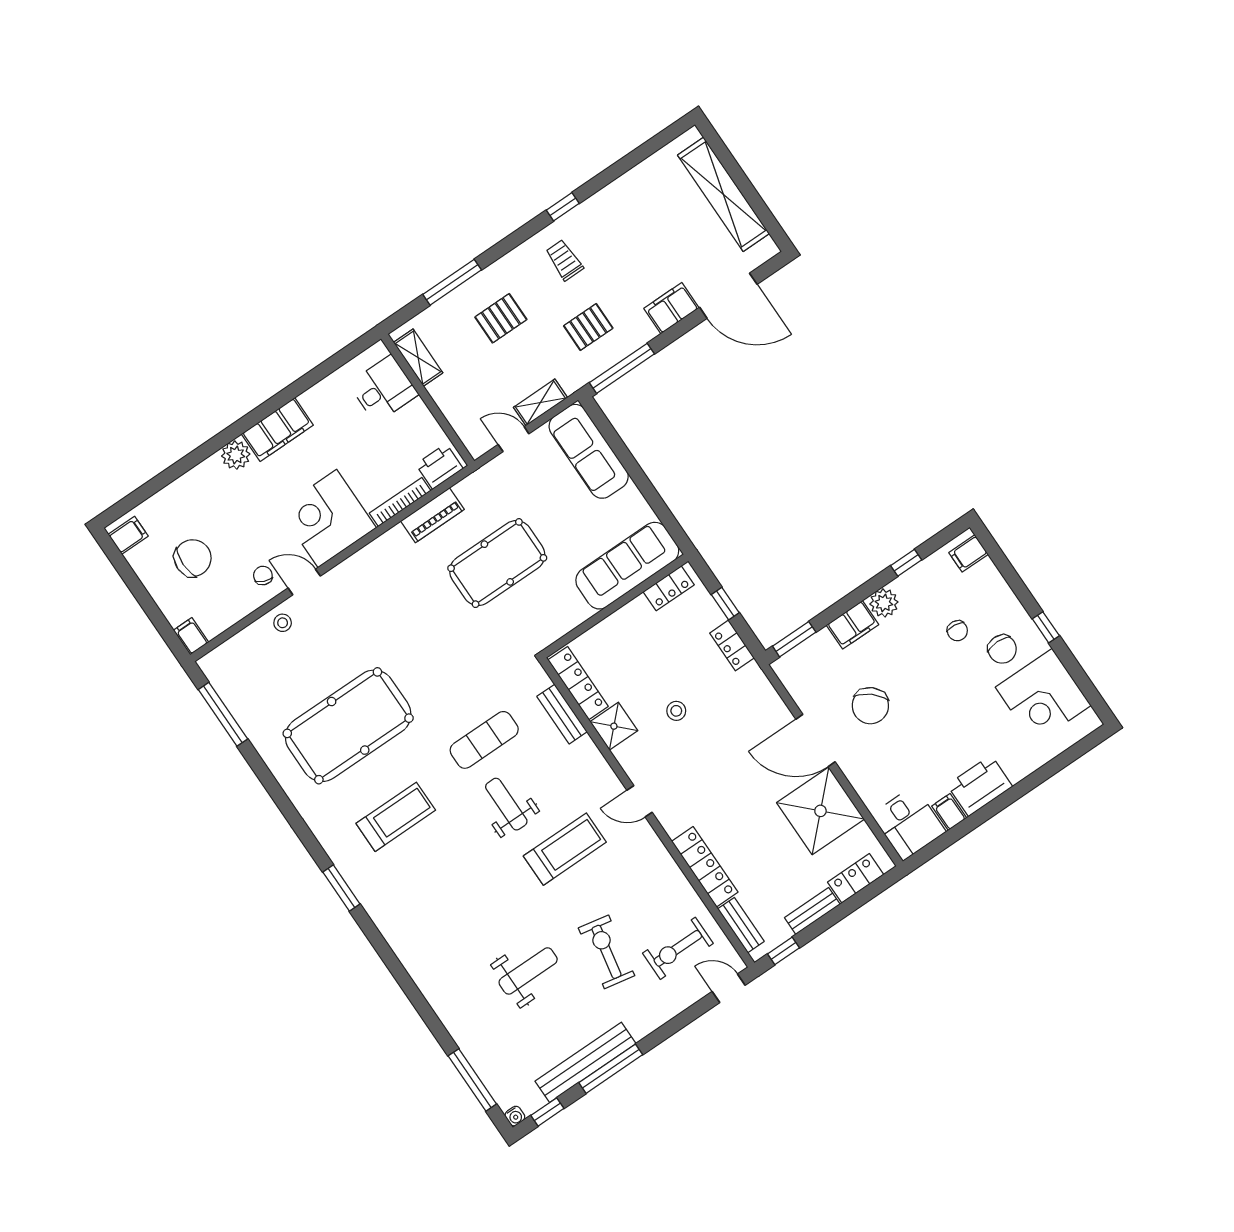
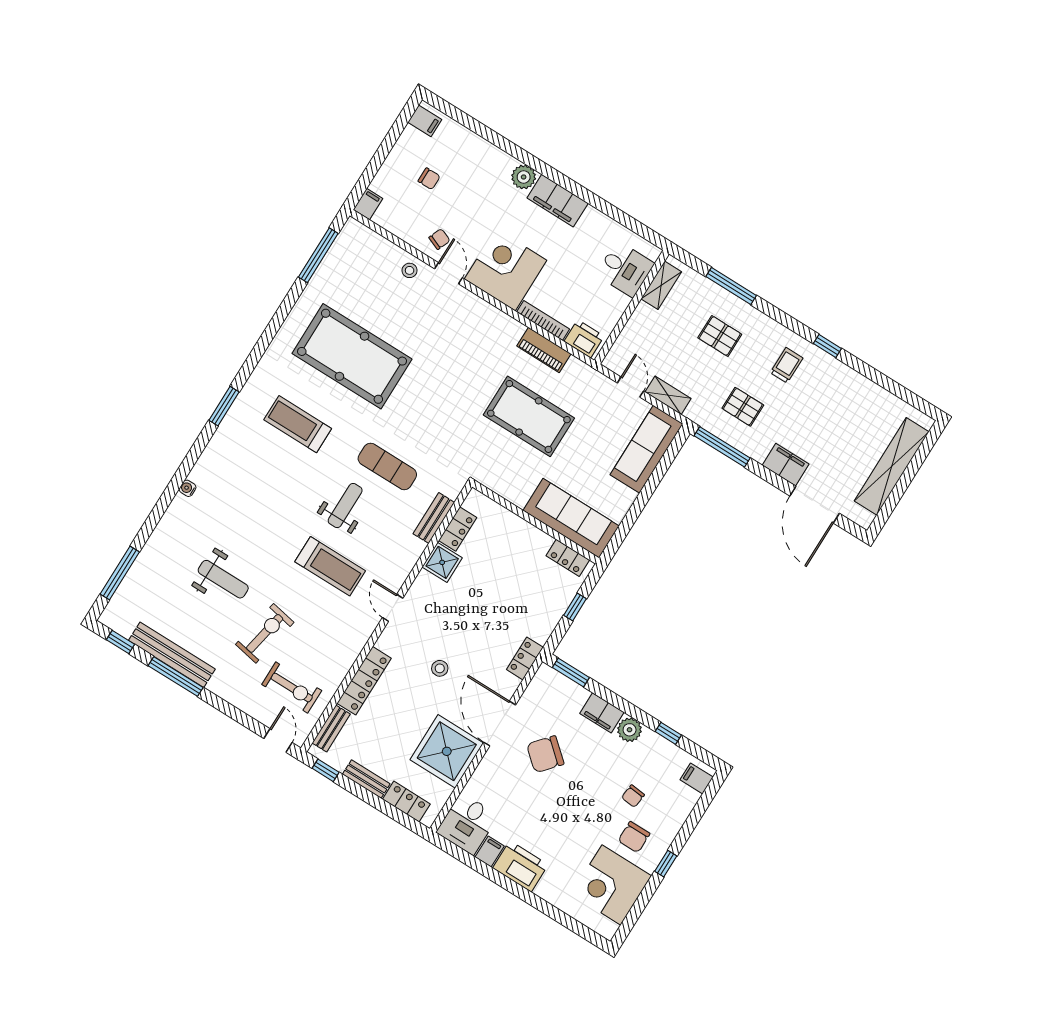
chair: (193, 558) -> (429, 179), width x0.54, depth x0.54
locker: (732, 645) -> (525, 658), moved
locker: (578, 683) -> (458, 529), width x0.66
stool: (676, 711) -> (440, 668), moved
treadmill: (396, 817) -> (298, 424), turned 180
exercise bike: (678, 948) -> (292, 688), turned 180
water cooler: (515, 1116) -> (188, 488), moved, turned 90

